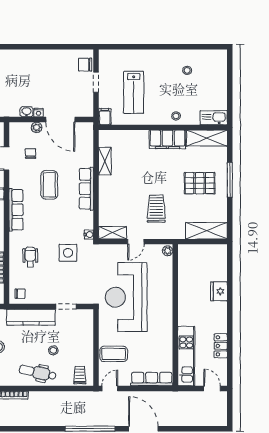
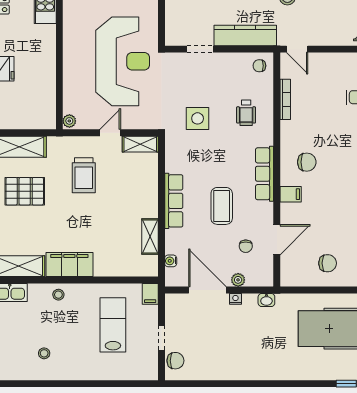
washbasin: (26, 112) -> (266, 300), moved
pallet: (200, 183) -> (25, 191), moved
water cooler: (89, 235) -> (171, 261), moved

